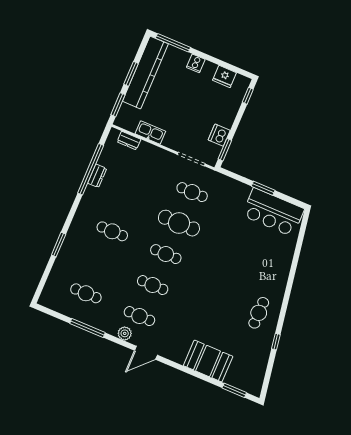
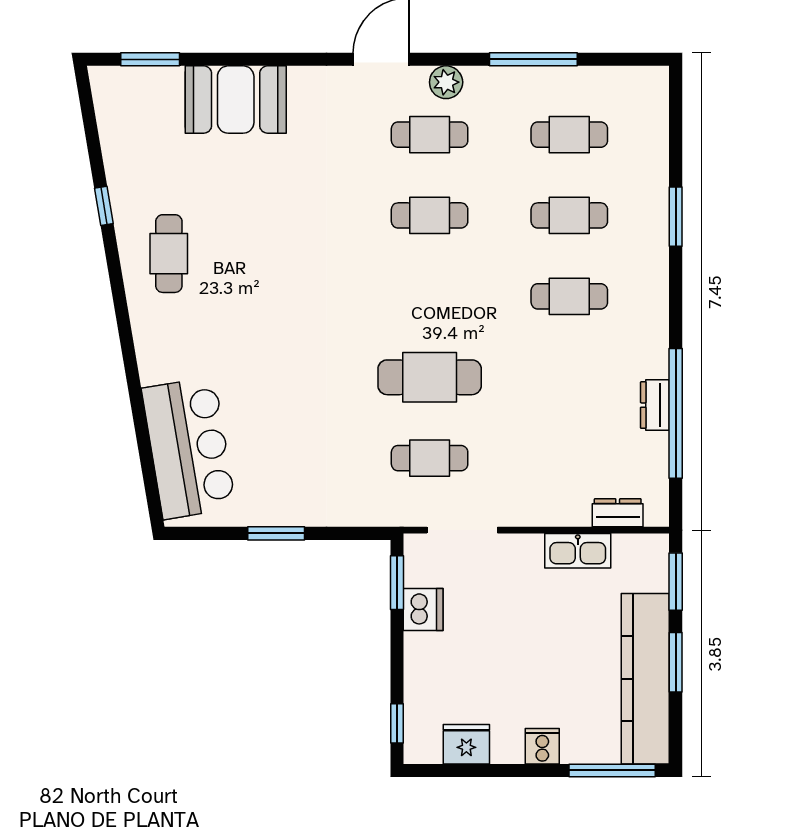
bar counter: (273, 212) -> (189, 448), moved, turned 80
cafe table: (166, 254) -> (569, 215), moved

